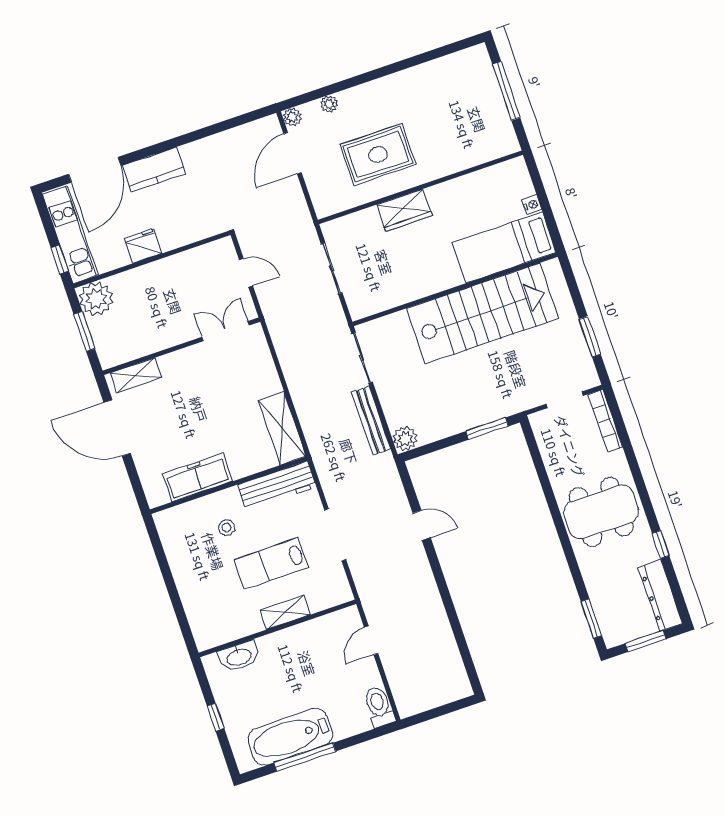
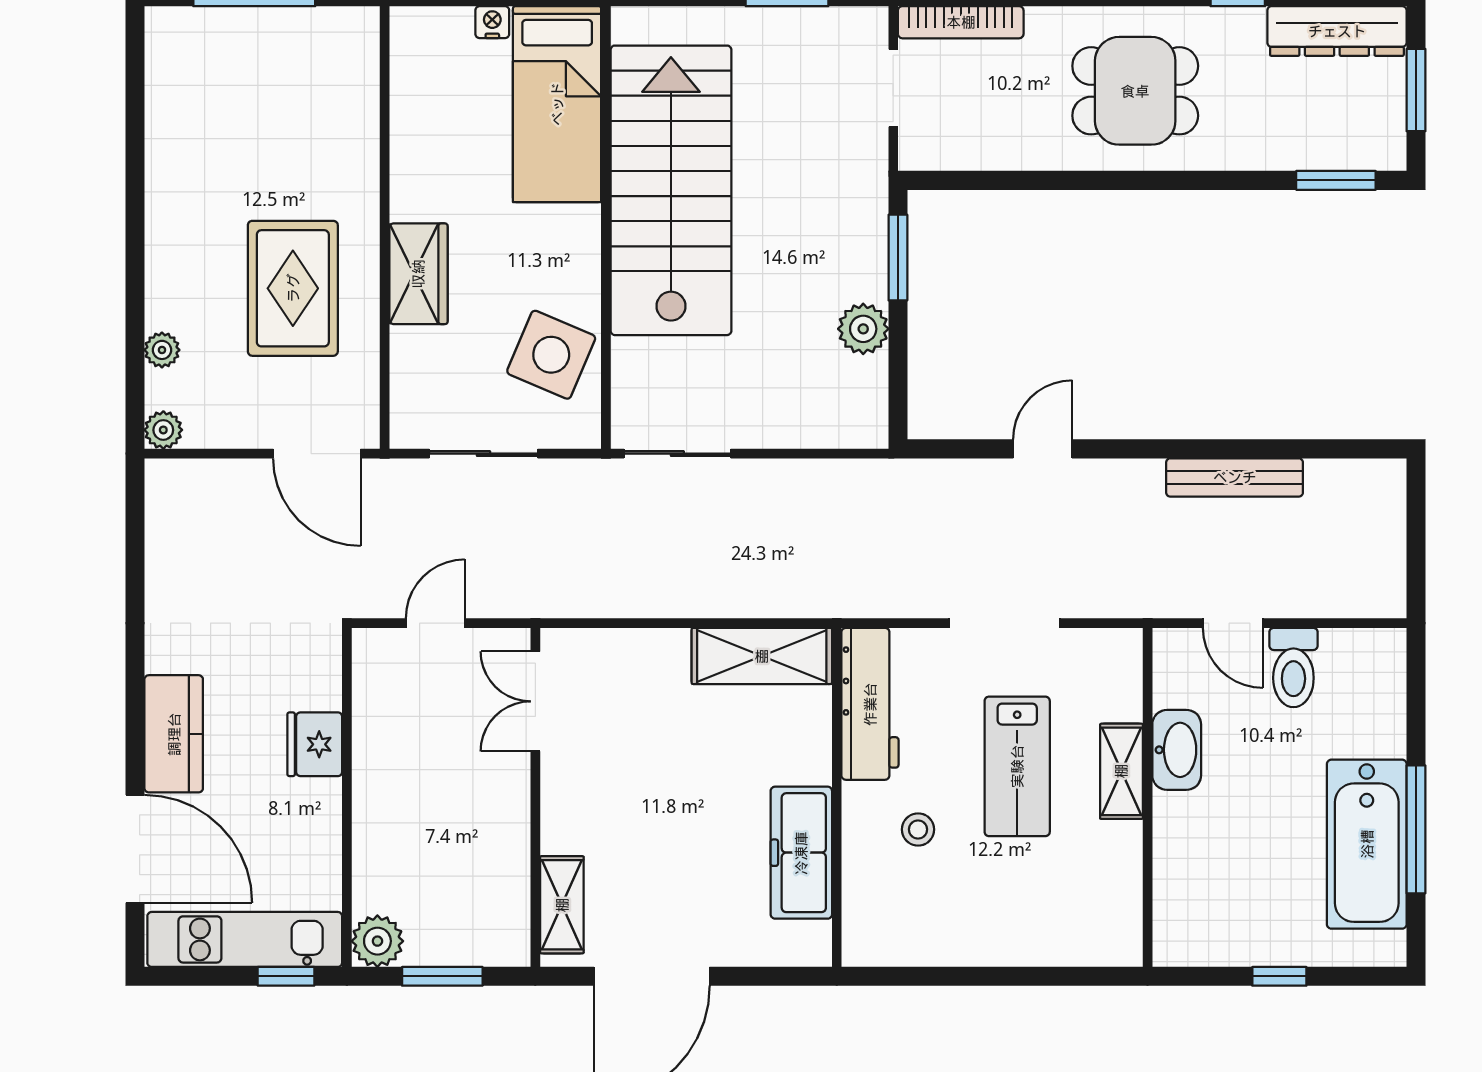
door: (292, 153) -> (317, 454), moved
fridge: (143, 246) -> (315, 744), moved
side table: (388, 284) -> (551, 355), added
plant: (96, 299) -> (377, 941), width x0.73, depth x0.73
bench: (371, 421) -> (1235, 477), moved
plant: (405, 439) -> (863, 329), moved
dining table: (601, 512) -> (1135, 91), width x0.73
washbasin: (239, 656) -> (1177, 750), moved
toilet: (379, 707) -> (1293, 668), moved, turned -90

